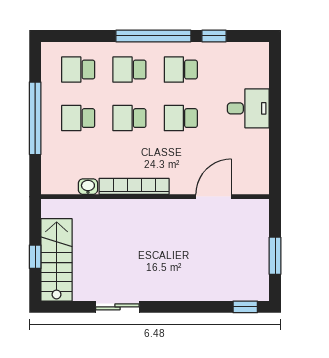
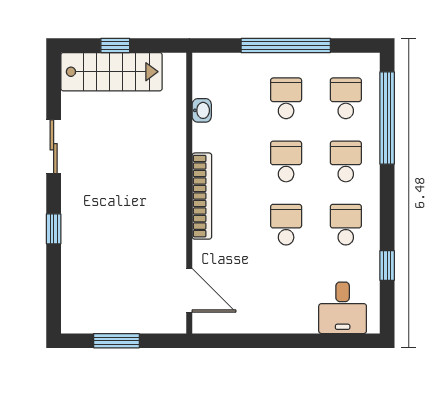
window: (153, 36) -> (387, 118), moved
desk: (248, 108) -> (343, 308), moved
bookcase: (134, 186) -> (202, 196), moved
door: (214, 197) -> (189, 290), moved
window: (245, 307) -> (54, 229), moved

